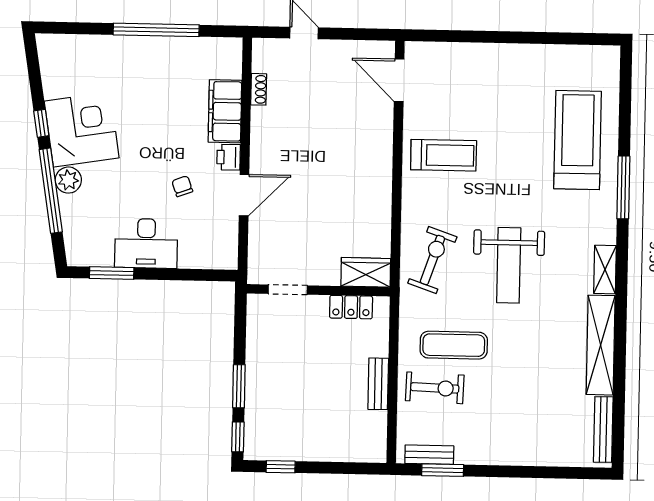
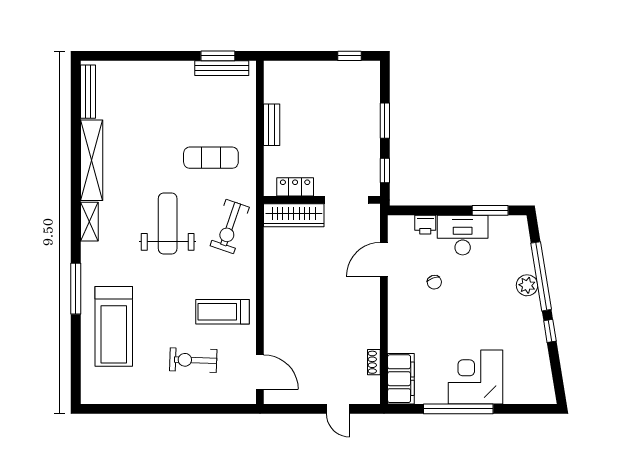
filing cabinet: (225, 111) -> (401, 379), moved
corner desk: (82, 129) -> (475, 377), moved, turned 99
printer: (229, 157) -> (425, 225), moved, turned 90
door: (244, 195) -> (384, 259), moved
wardrobe: (366, 272) -> (294, 215), width x1.50
doorway: (288, 290) -> (347, 200), width x1.38
exercise bike: (435, 388) -> (193, 360), moved
window: (238, 437) -> (385, 170), moved
bench: (429, 455) -> (222, 68), width x1.36

